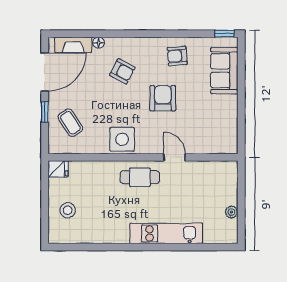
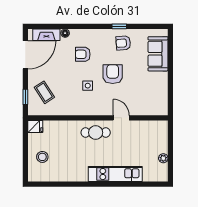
window: (225, 34) -> (119, 26), moved
armchair: (122, 71) -> (83, 54), turned 152
window: (45, 112) -> (25, 97), moved
side table: (122, 139) -> (88, 86), moved, width x0.54, depth x0.54

